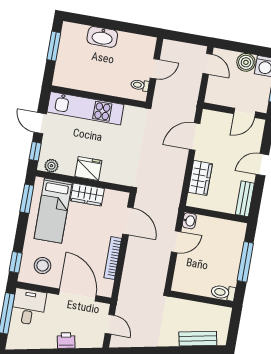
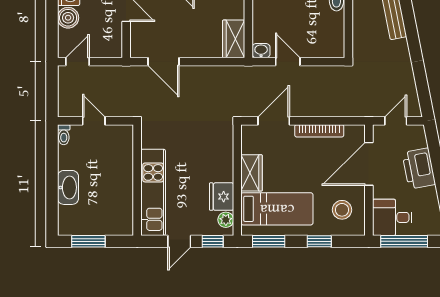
toilet: (140, 85) -> (64, 135), moved
fridge: (88, 169) -> (222, 197), moved
wardrobe: (200, 178) -> (234, 39), moved, turned -90
window: (16, 262) -> (319, 241), moved
printer: (66, 340) -> (419, 169), width x1.87, depth x1.48

